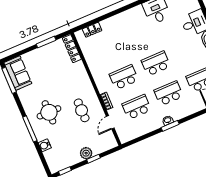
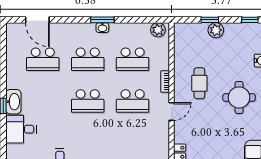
door: (110, 122) -> (172, 111), moved
plant: (127, 136) -> (158, 30), added

